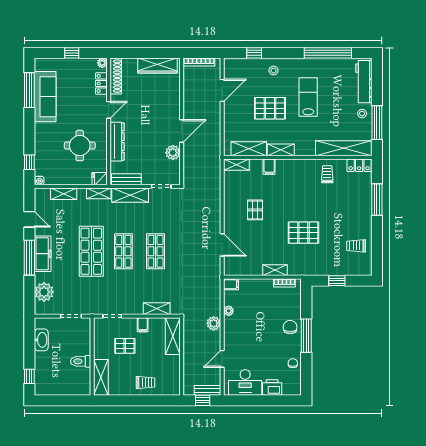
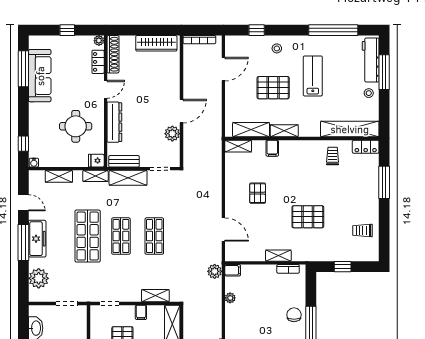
window: (377, 123) -> (384, 72), moved
plant: (214, 323) -> (215, 271), moved

